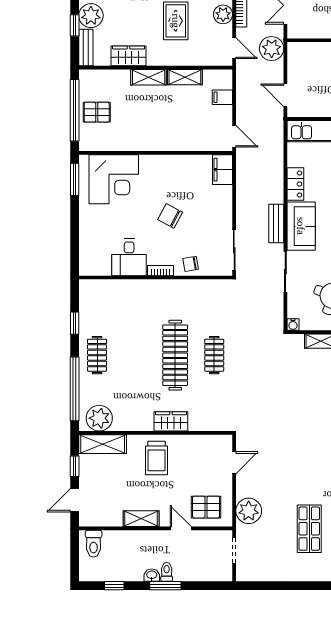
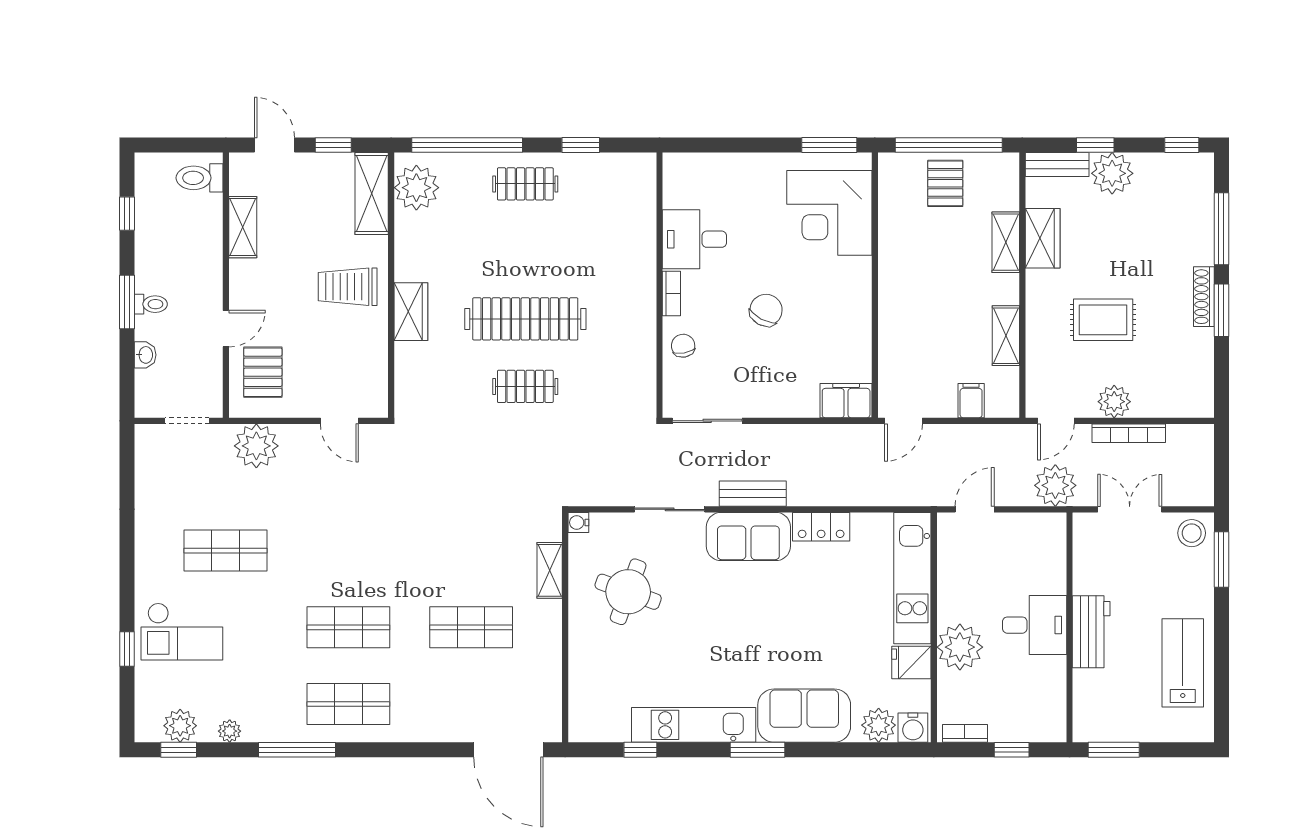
shelving: (149, 77) -> (1006, 242), moved
shelving: (141, 519) -> (243, 227), moved
washbasin: (152, 575) -> (145, 355), moved

